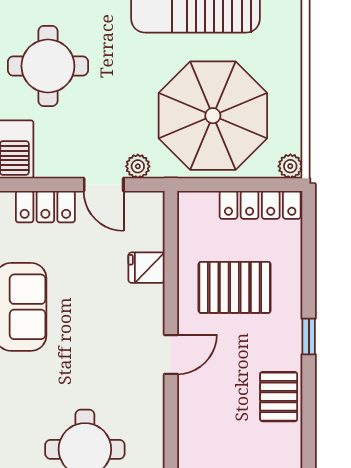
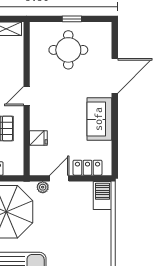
round table: (48, 66) -> (86, 236), removed
door: (104, 185) -> (59, 178), hinge flipped

